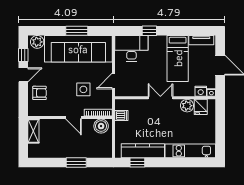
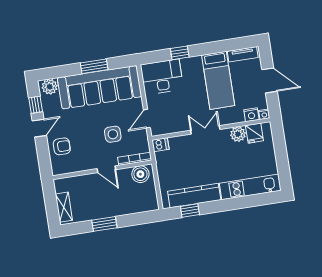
dishwasher: (121, 115) -> (160, 145), moved
shelving: (33, 131) -> (64, 207), moved
window: (76, 163) -> (104, 224), moved

